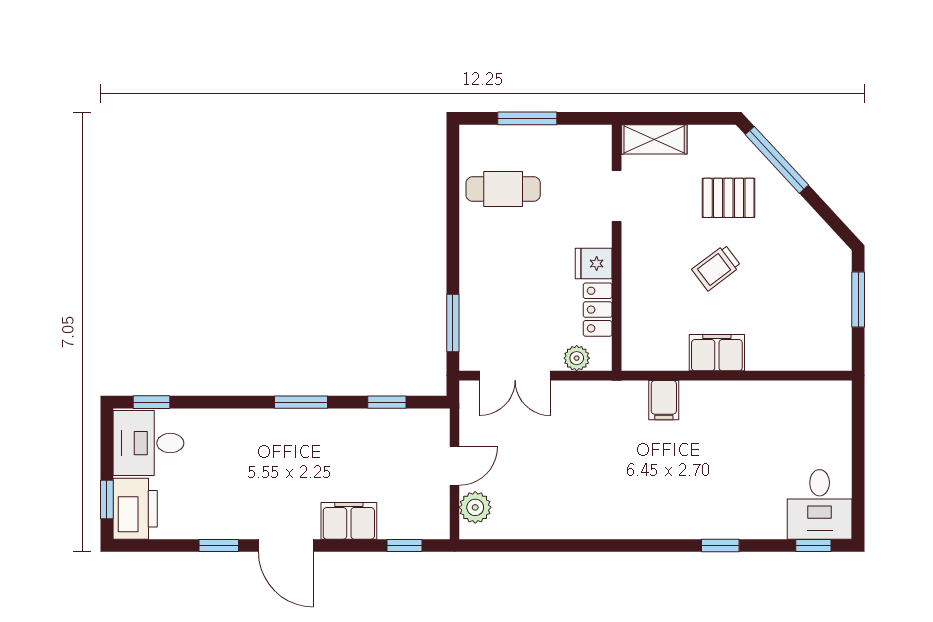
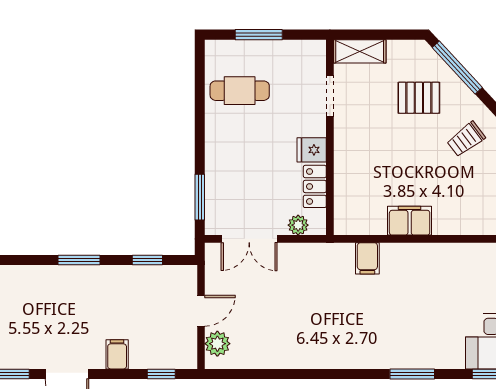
trolley: (716, 268) -> (466, 139), moved
filing cabinet: (349, 521) -> (117, 354), width x0.50
window: (720, 545) -> (412, 374), width x1.50

